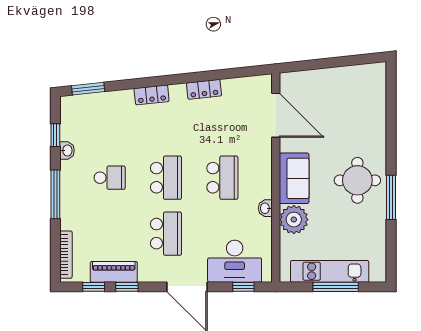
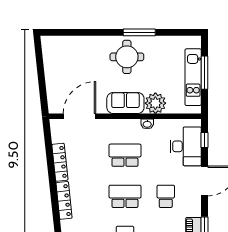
locker: (204, 89) -> (60, 162), width x1.53
locker: (152, 95) -> (64, 200), width x1.53
school desk: (166, 234) -> (166, 196), width x0.54

